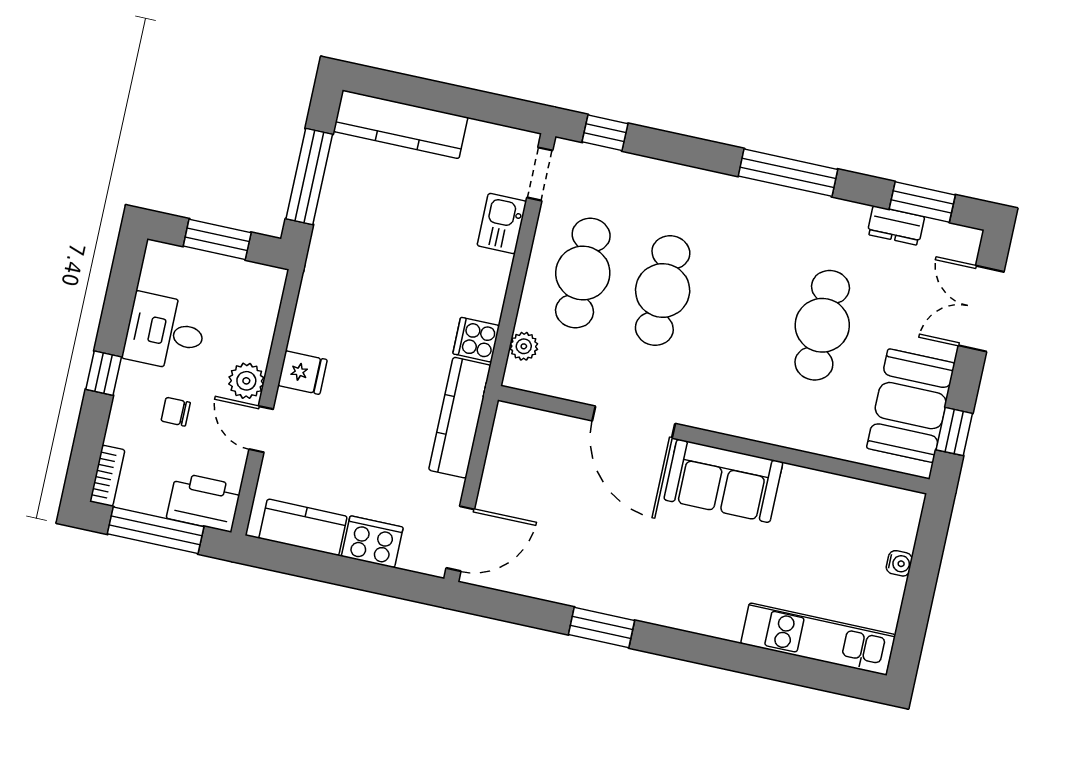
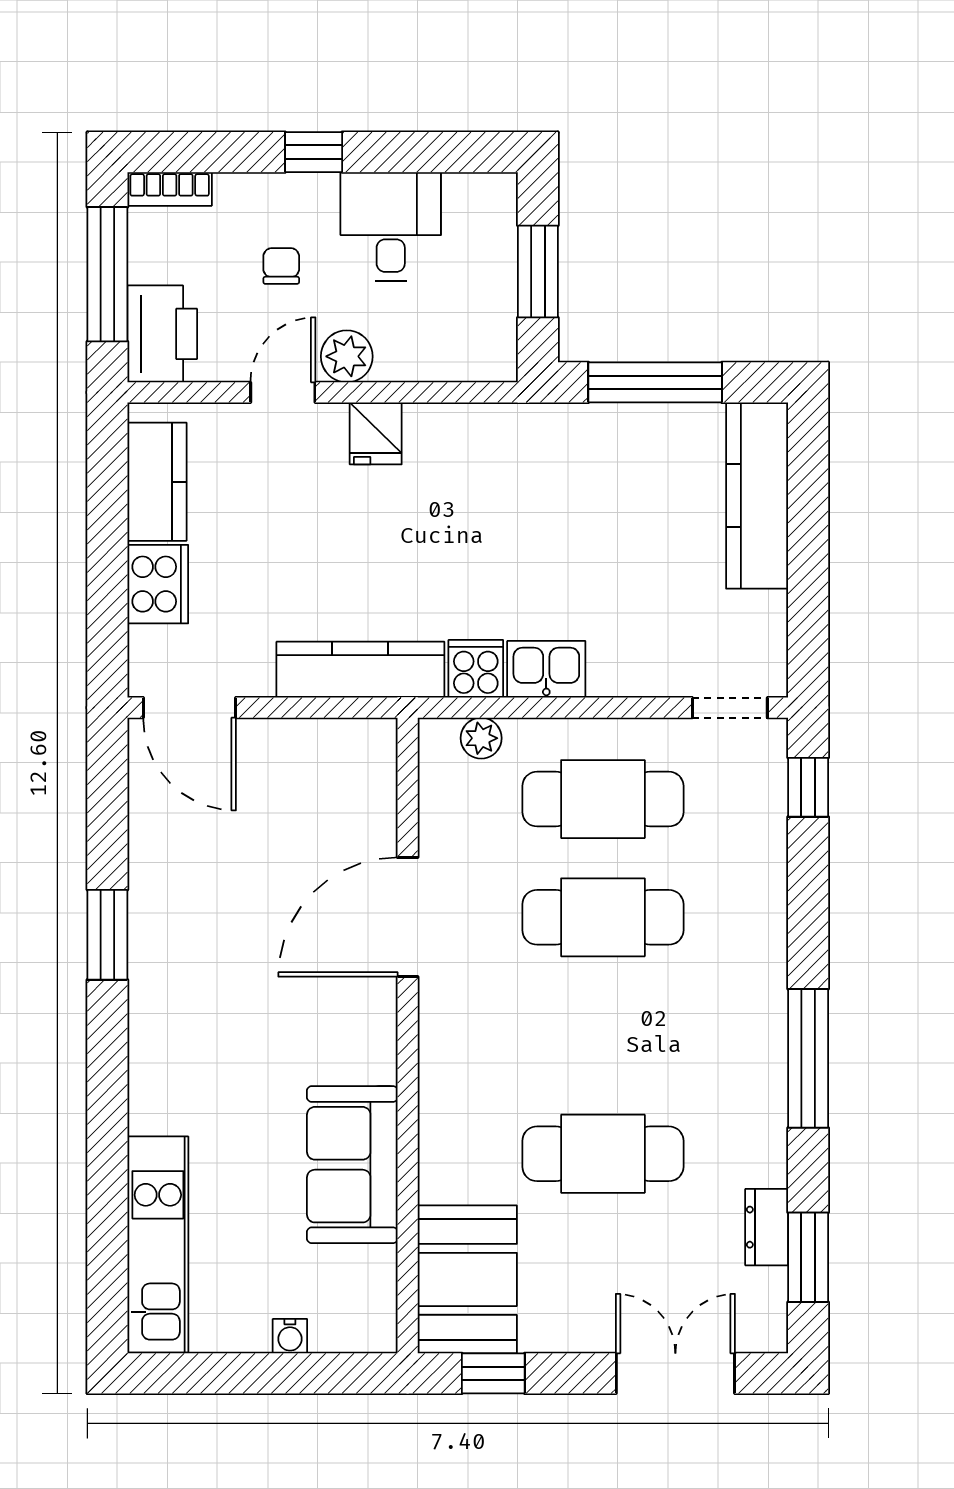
kitchen sink: (502, 223) -> (546, 669), moved
booth: (911, 406) -> (467, 1279), moved, turned 90
sofa: (723, 481) -> (352, 1165), moved

